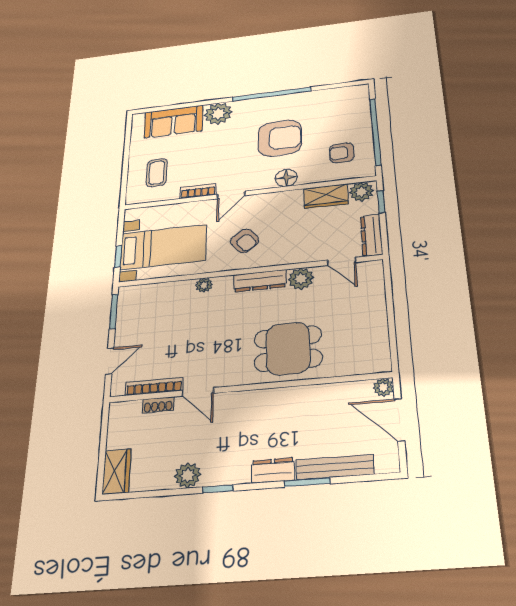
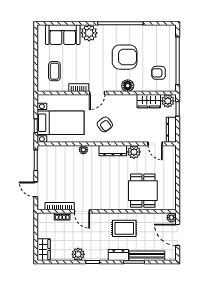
dining table: (288, 349) -> (143, 191), moved, turned 90
door: (110, 361) -> (36, 189), swing flipped
rug: (285, 417) -> (124, 228), added

